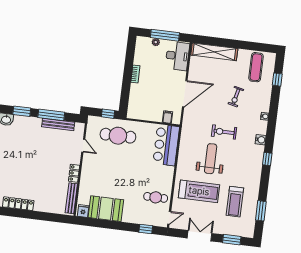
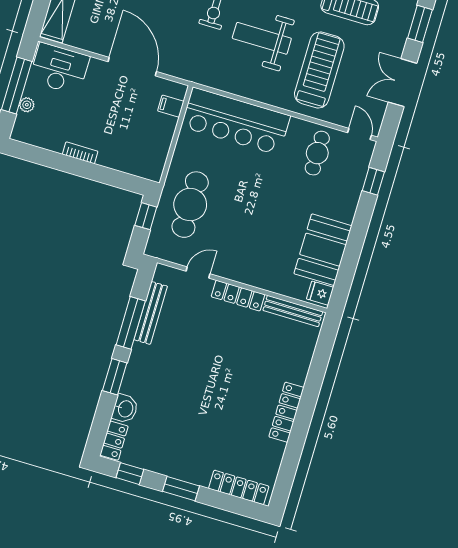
bar counter: (166, 145) -> (236, 121), width x1.36
locker: (74, 173) -> (238, 296), width x1.53

